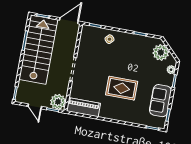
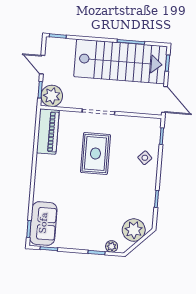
rug: (122, 88) -> (95, 154), moved
sofa: (161, 101) -> (43, 223), moved, turned 90
door: (35, 106) -> (42, 65), hinge flipped

